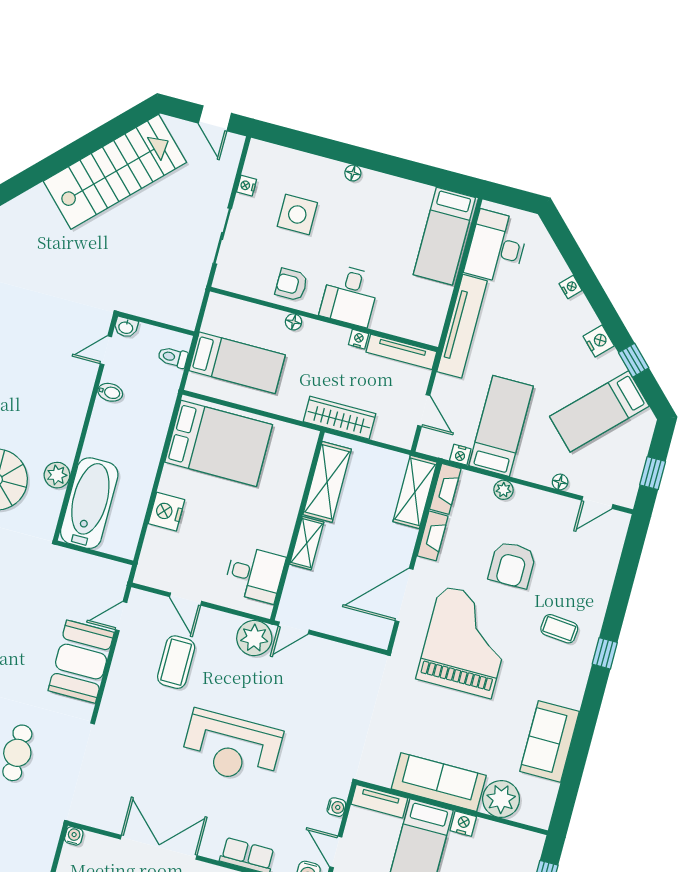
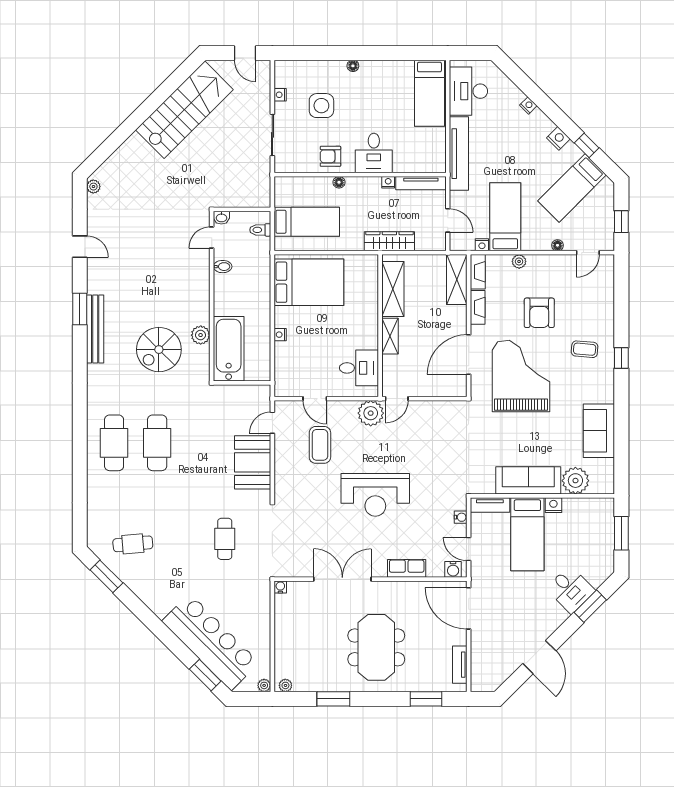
nightstand: (166, 512) -> (280, 335), width x0.53, depth x0.56

